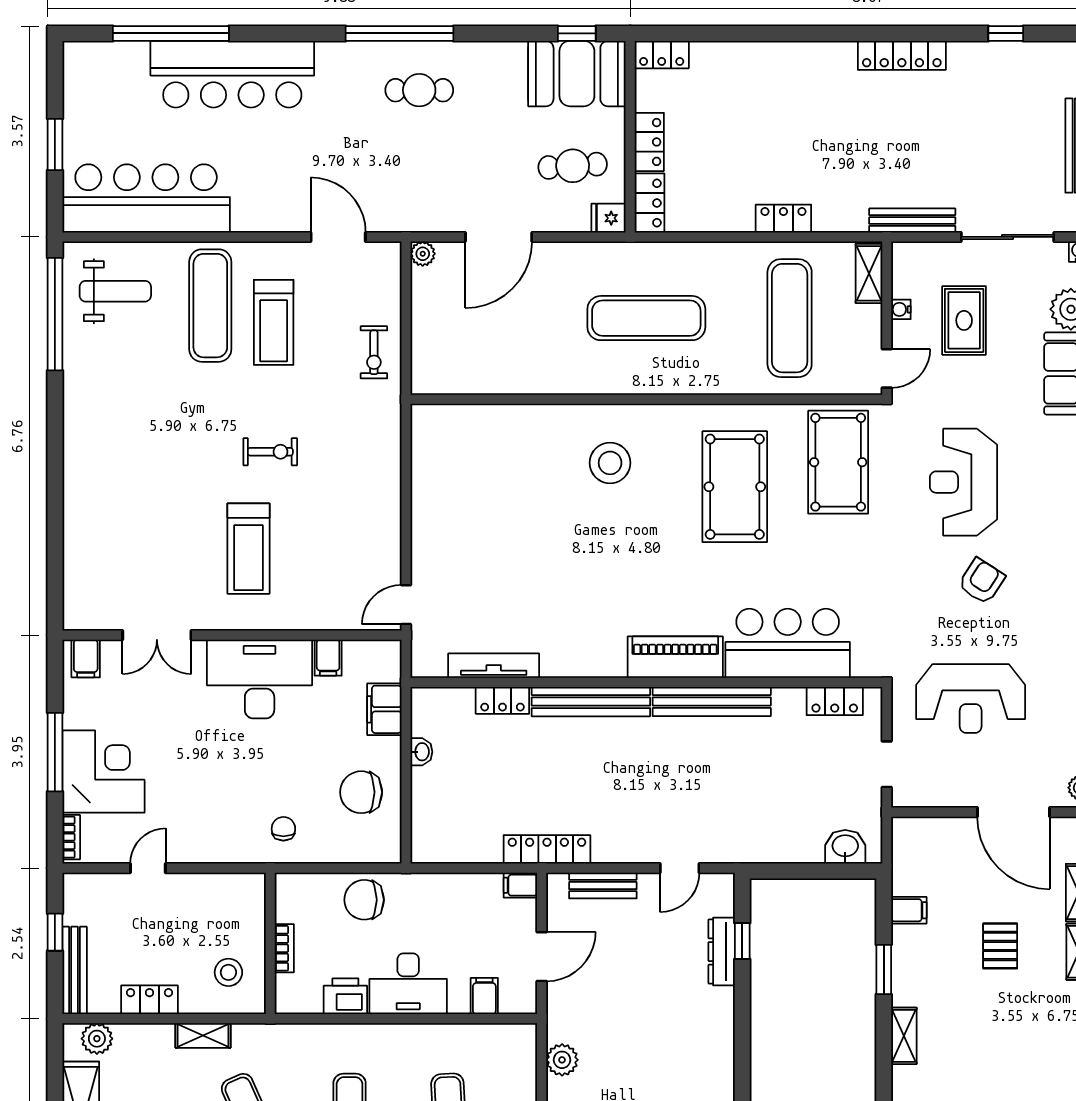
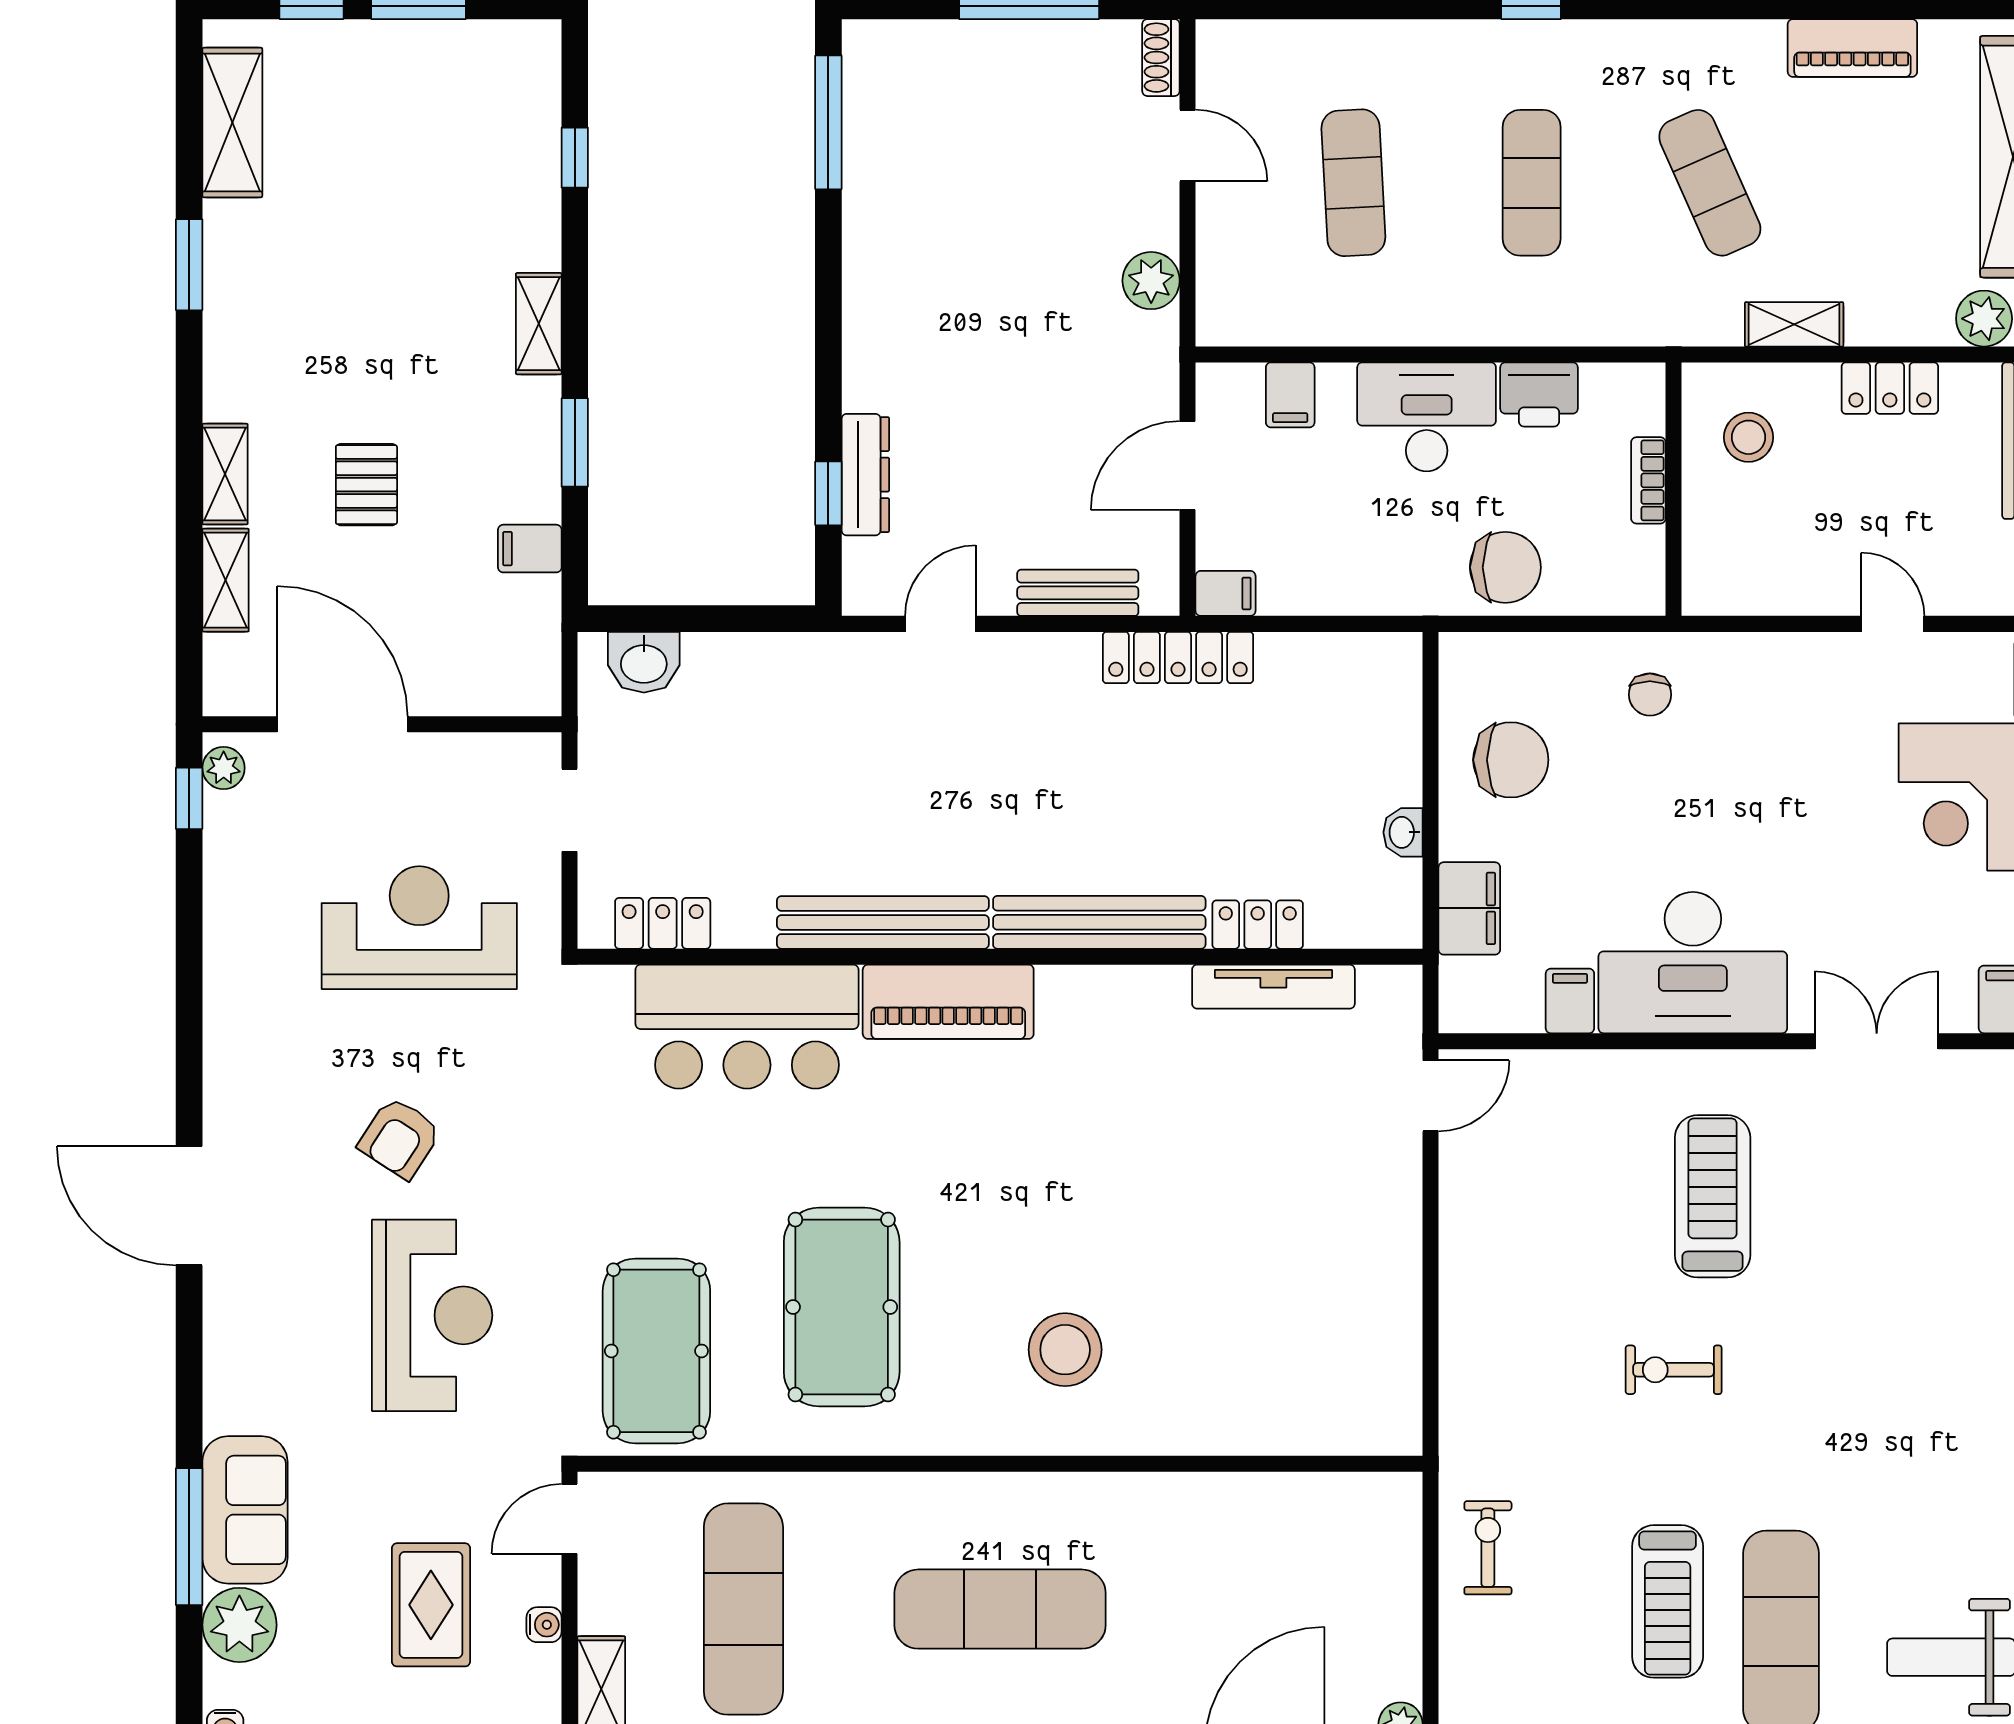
treadmill: (274, 322) -> (1668, 1601), turned 180
door: (148, 868) -> (1893, 624), swing flipped

